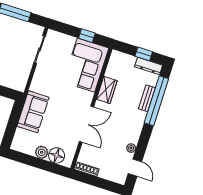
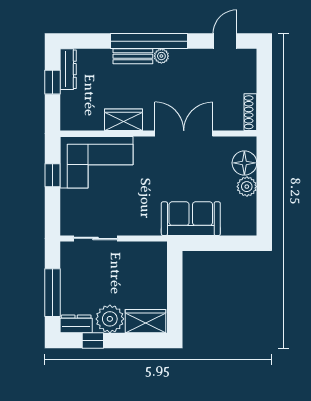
bench: (147, 98) -> (133, 56), moved
window: (156, 101) -> (149, 41), moved
plant: (131, 148) -> (161, 56), moved

